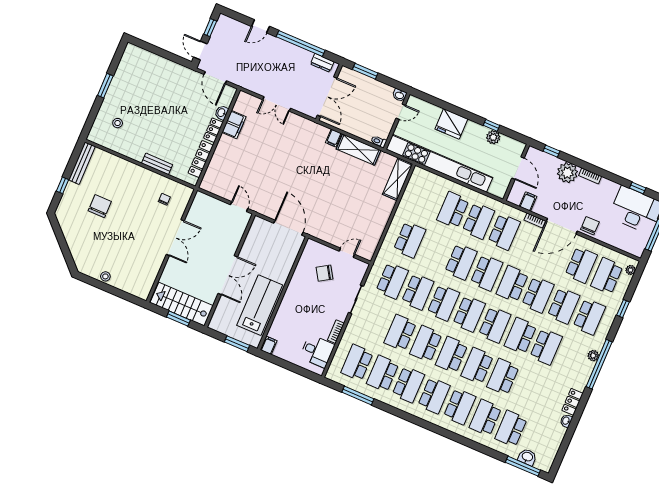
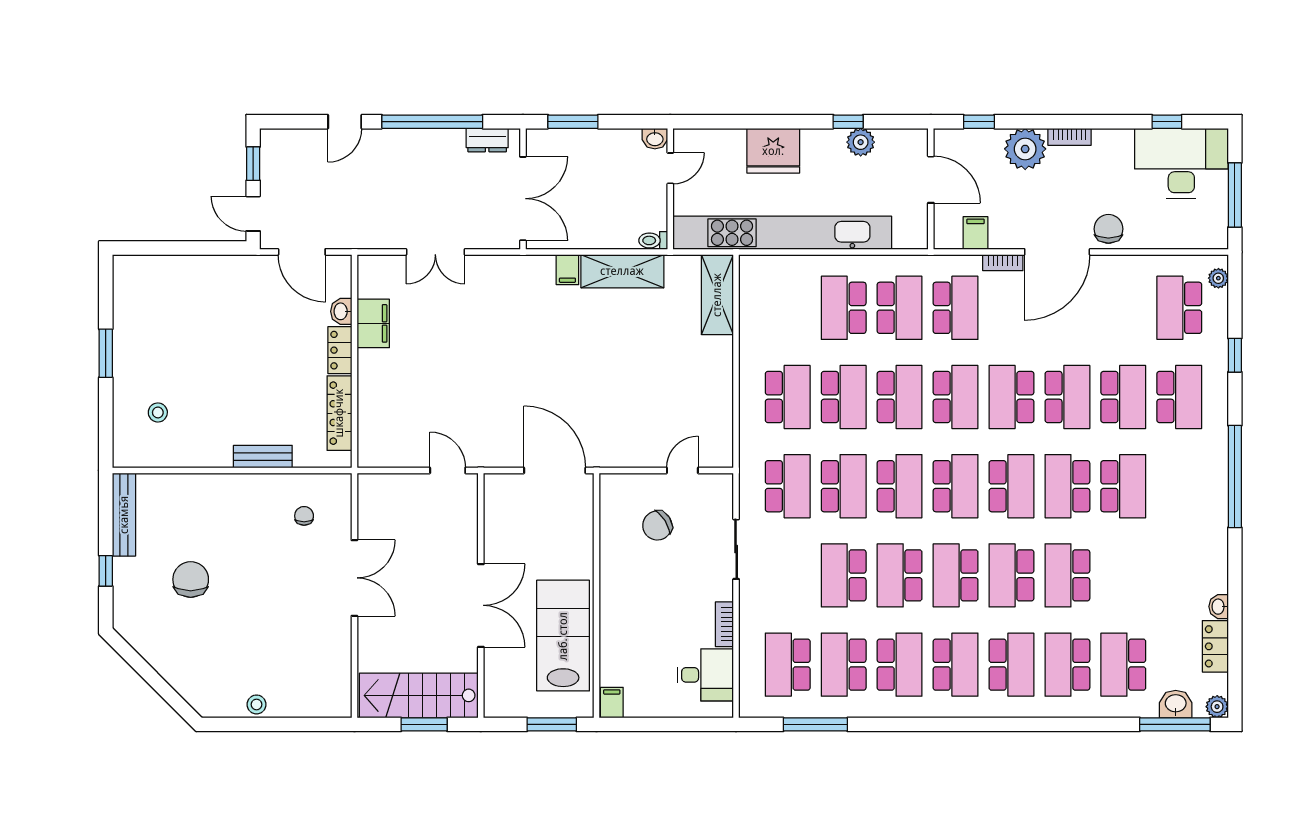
school desk: (581, 265) -> (844, 397), moved
plant: (593, 356) -> (1217, 707), moved
locker: (572, 402) -> (1215, 646), moved

